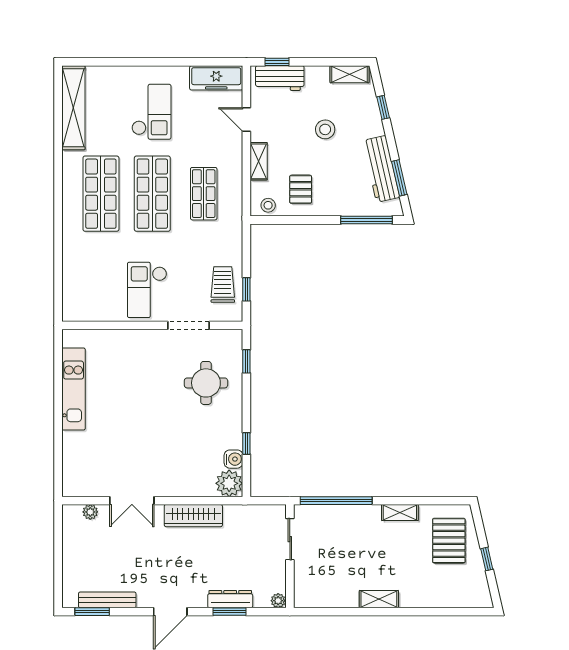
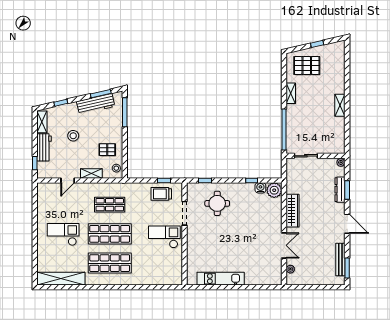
freezer: (216, 78) -> (44, 198), removed
workbench: (280, 78) -> (44, 147), moved
checkout: (147, 290) -> (164, 237), turned 180

